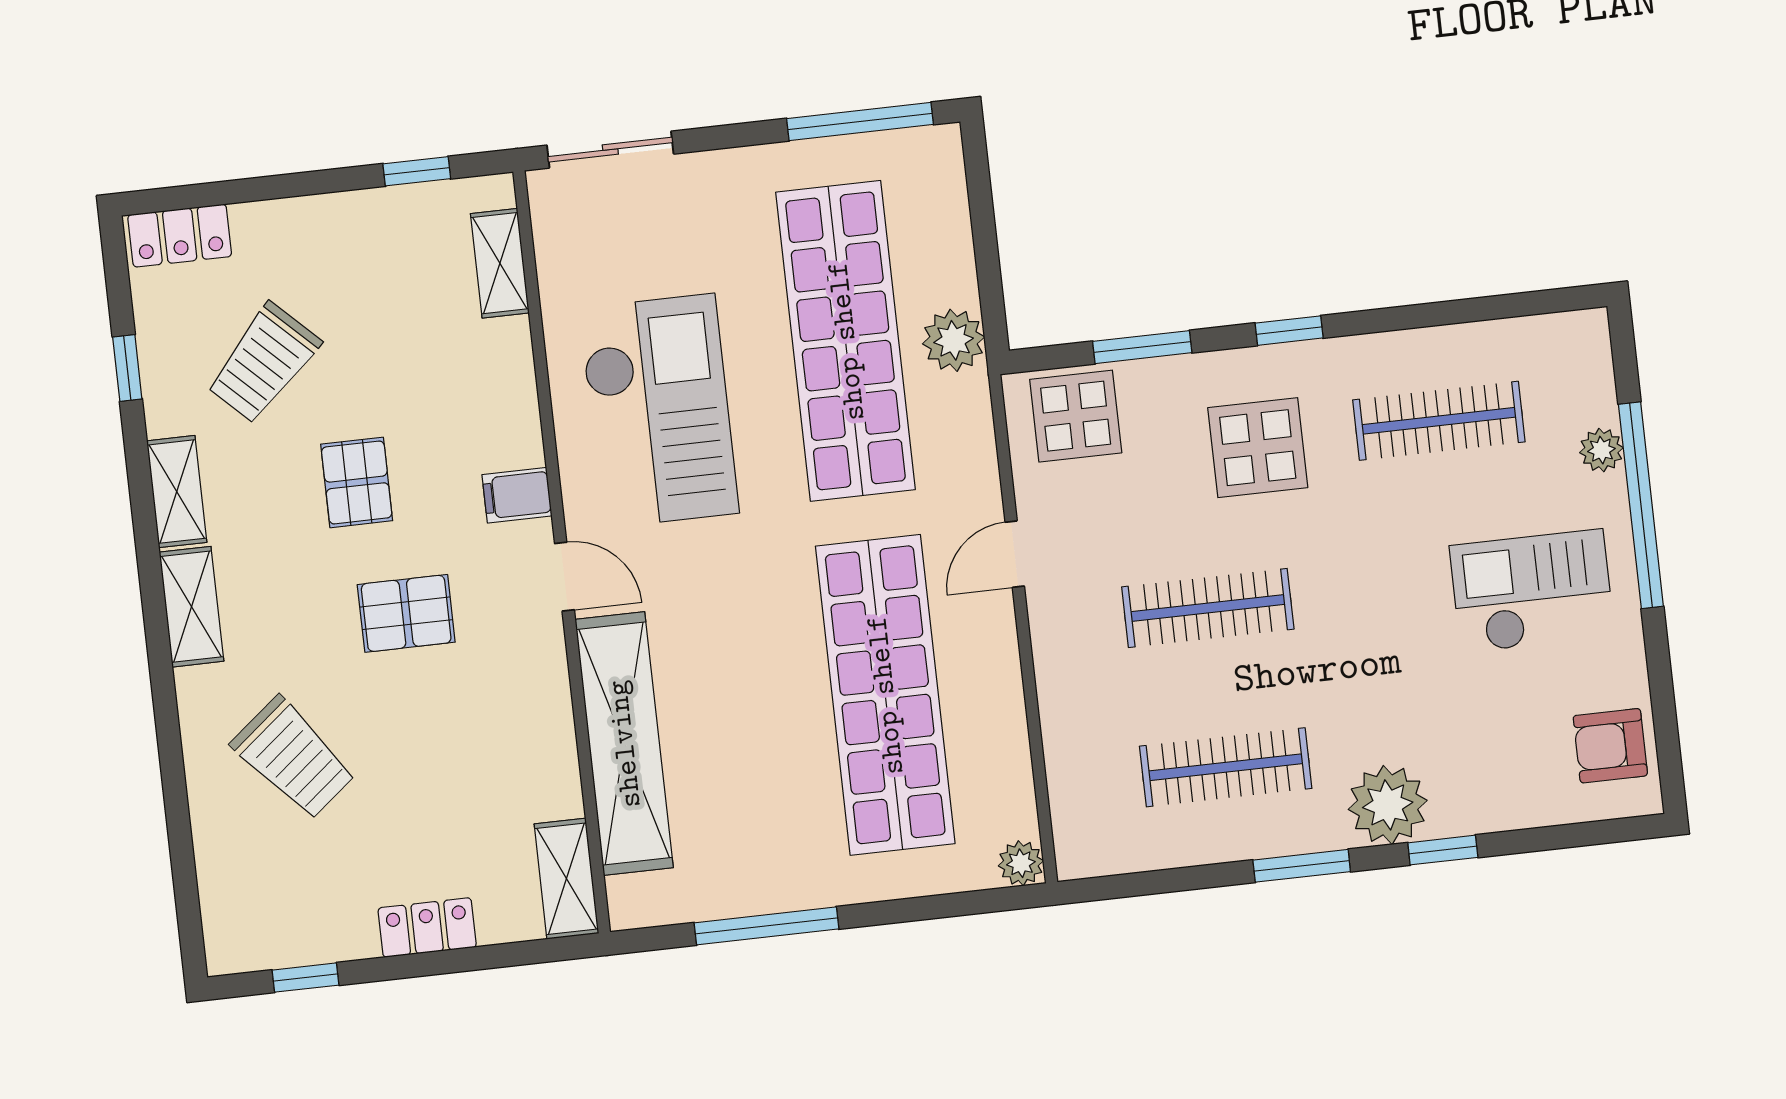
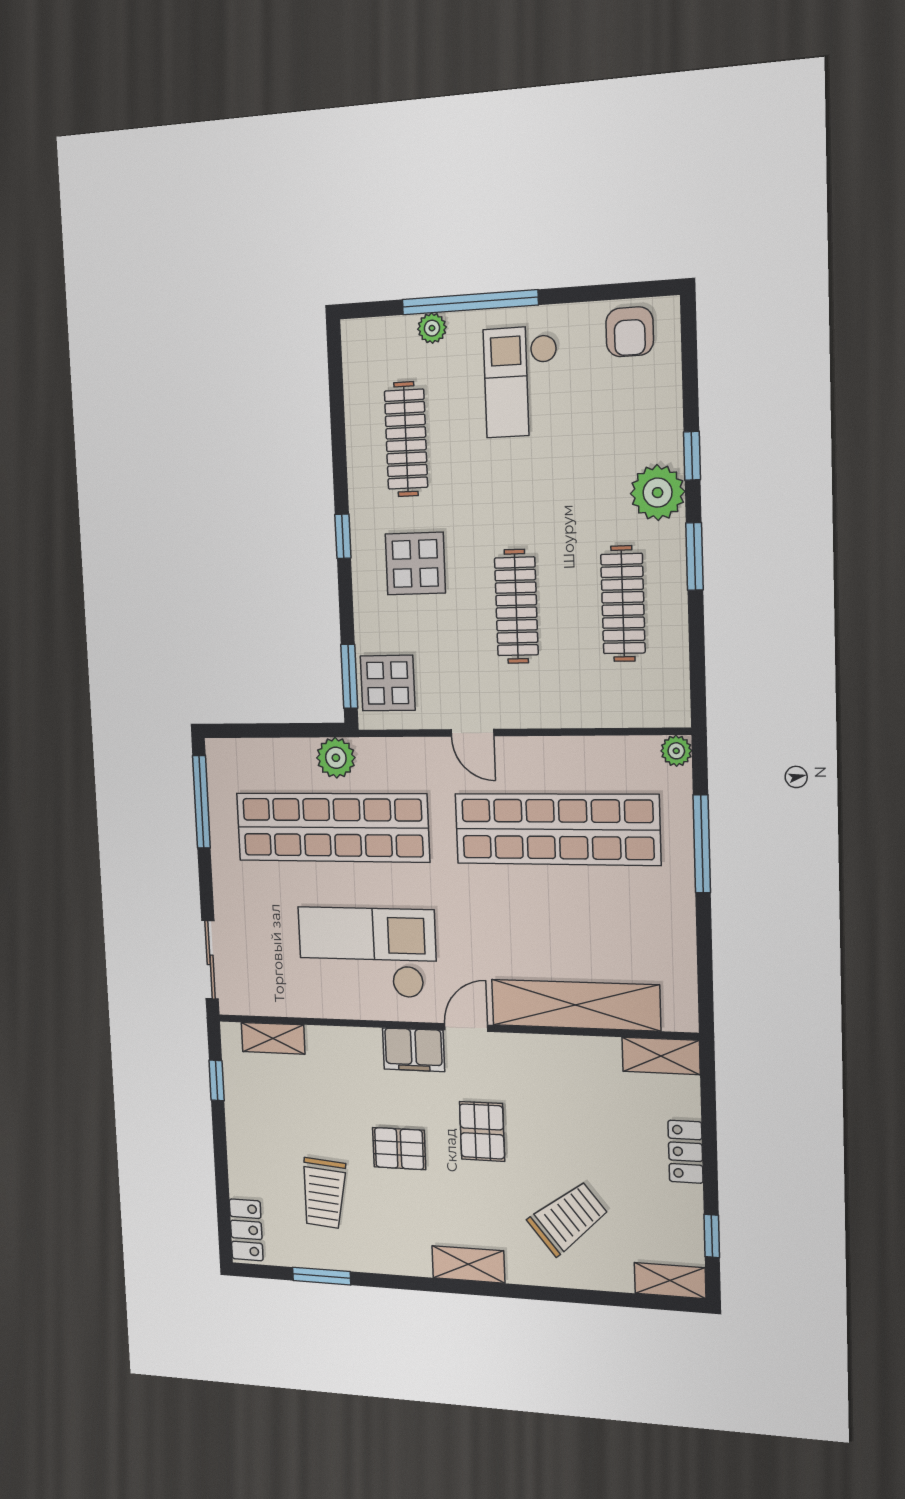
window: (1142, 347) -> (349, 676), moved
trolley: (263, 363) -> (324, 1193), turned 51
window: (127, 368) -> (322, 1276), width x1.50
shelving: (177, 492) -> (670, 1281), moved
filing cabinet: (517, 495) -> (414, 1050), width x2.00
window: (766, 926) -> (702, 844), moved

